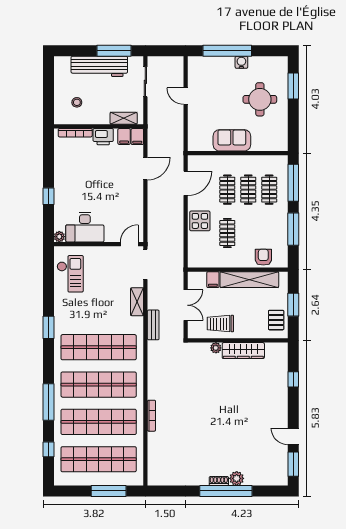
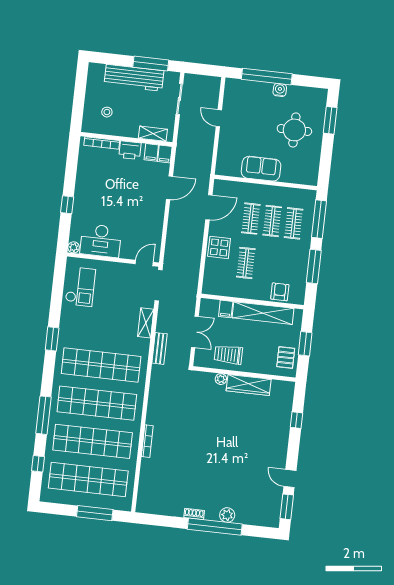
shoe rack: (219, 481) -> (194, 514), moved

